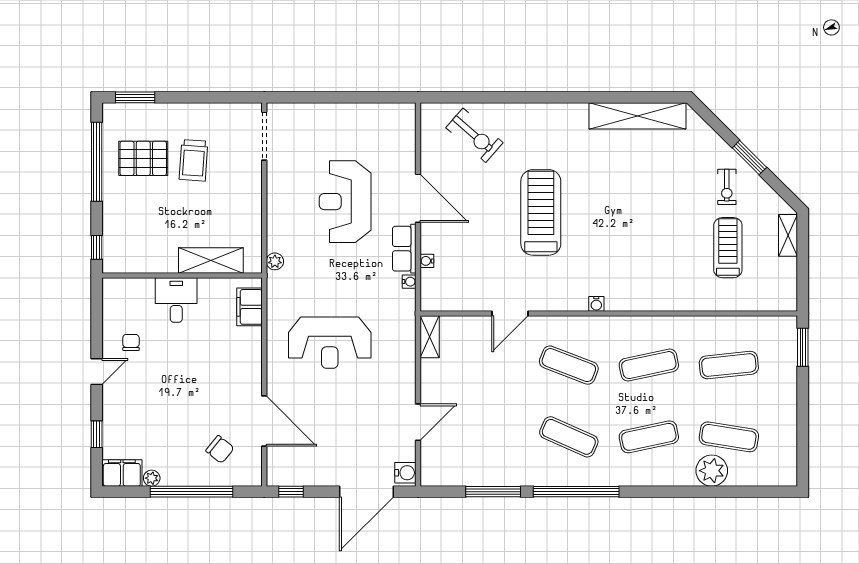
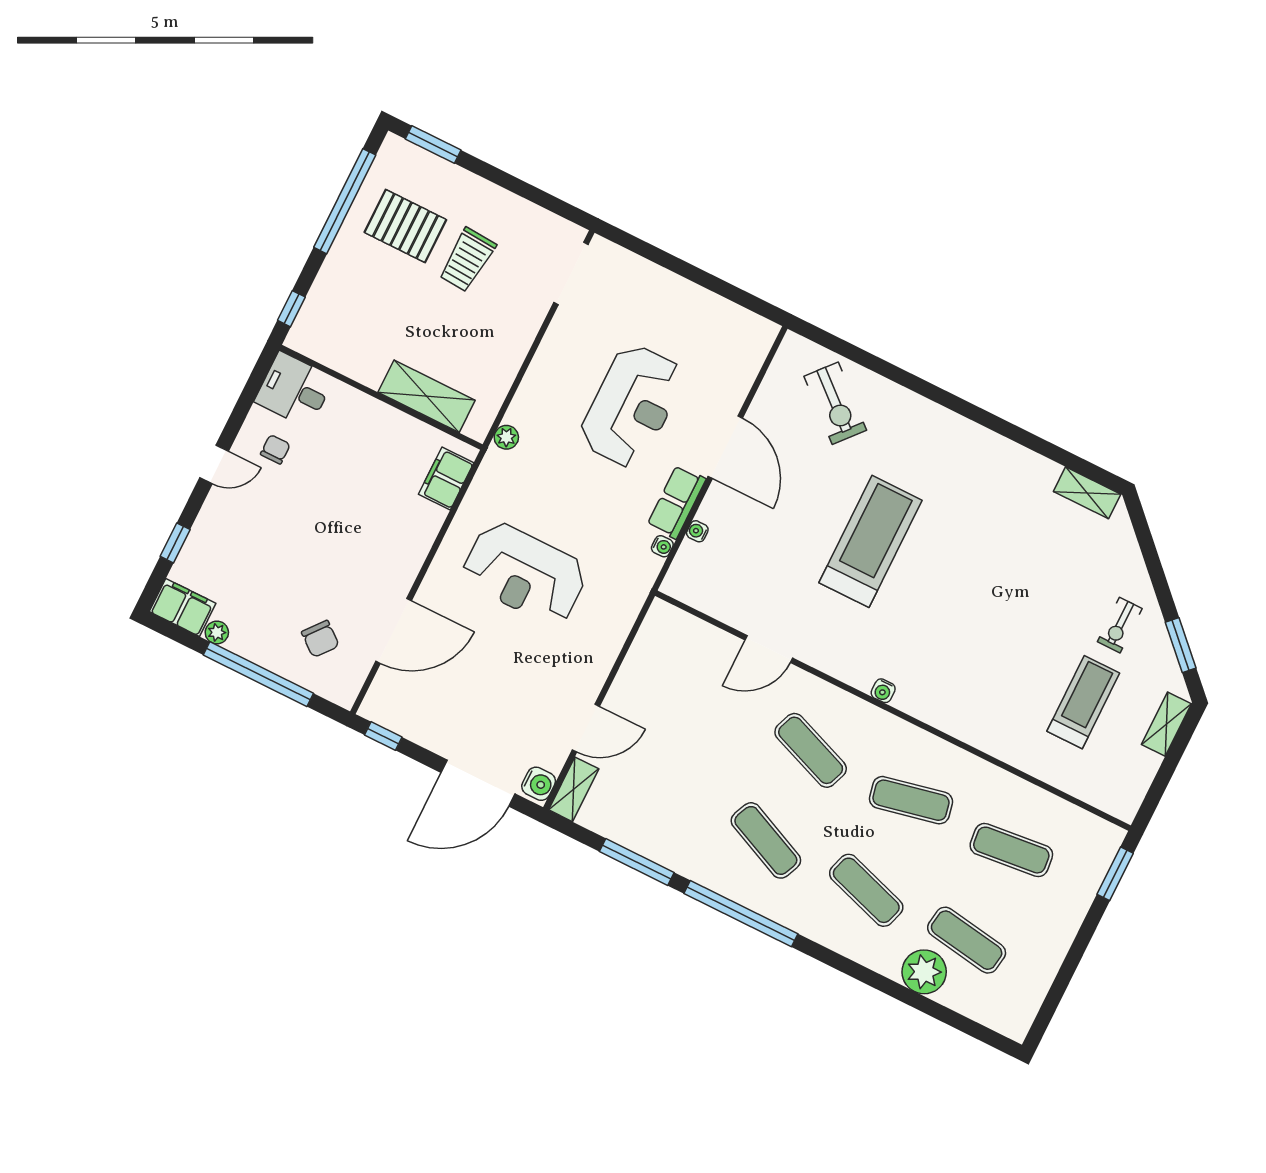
shelving: (638, 116) -> (1087, 493), width x0.45, depth x0.75
window: (749, 158) -> (1181, 645), moved
reception desk: (345, 202) -> (632, 406), turned 180
desk: (176, 300) -> (294, 390), moved, turned -90
shelving: (430, 337) -> (574, 789), moved
door: (264, 421) -> (394, 631), hinge flipped
exercise mat: (649, 437) -> (866, 890), turned 30

